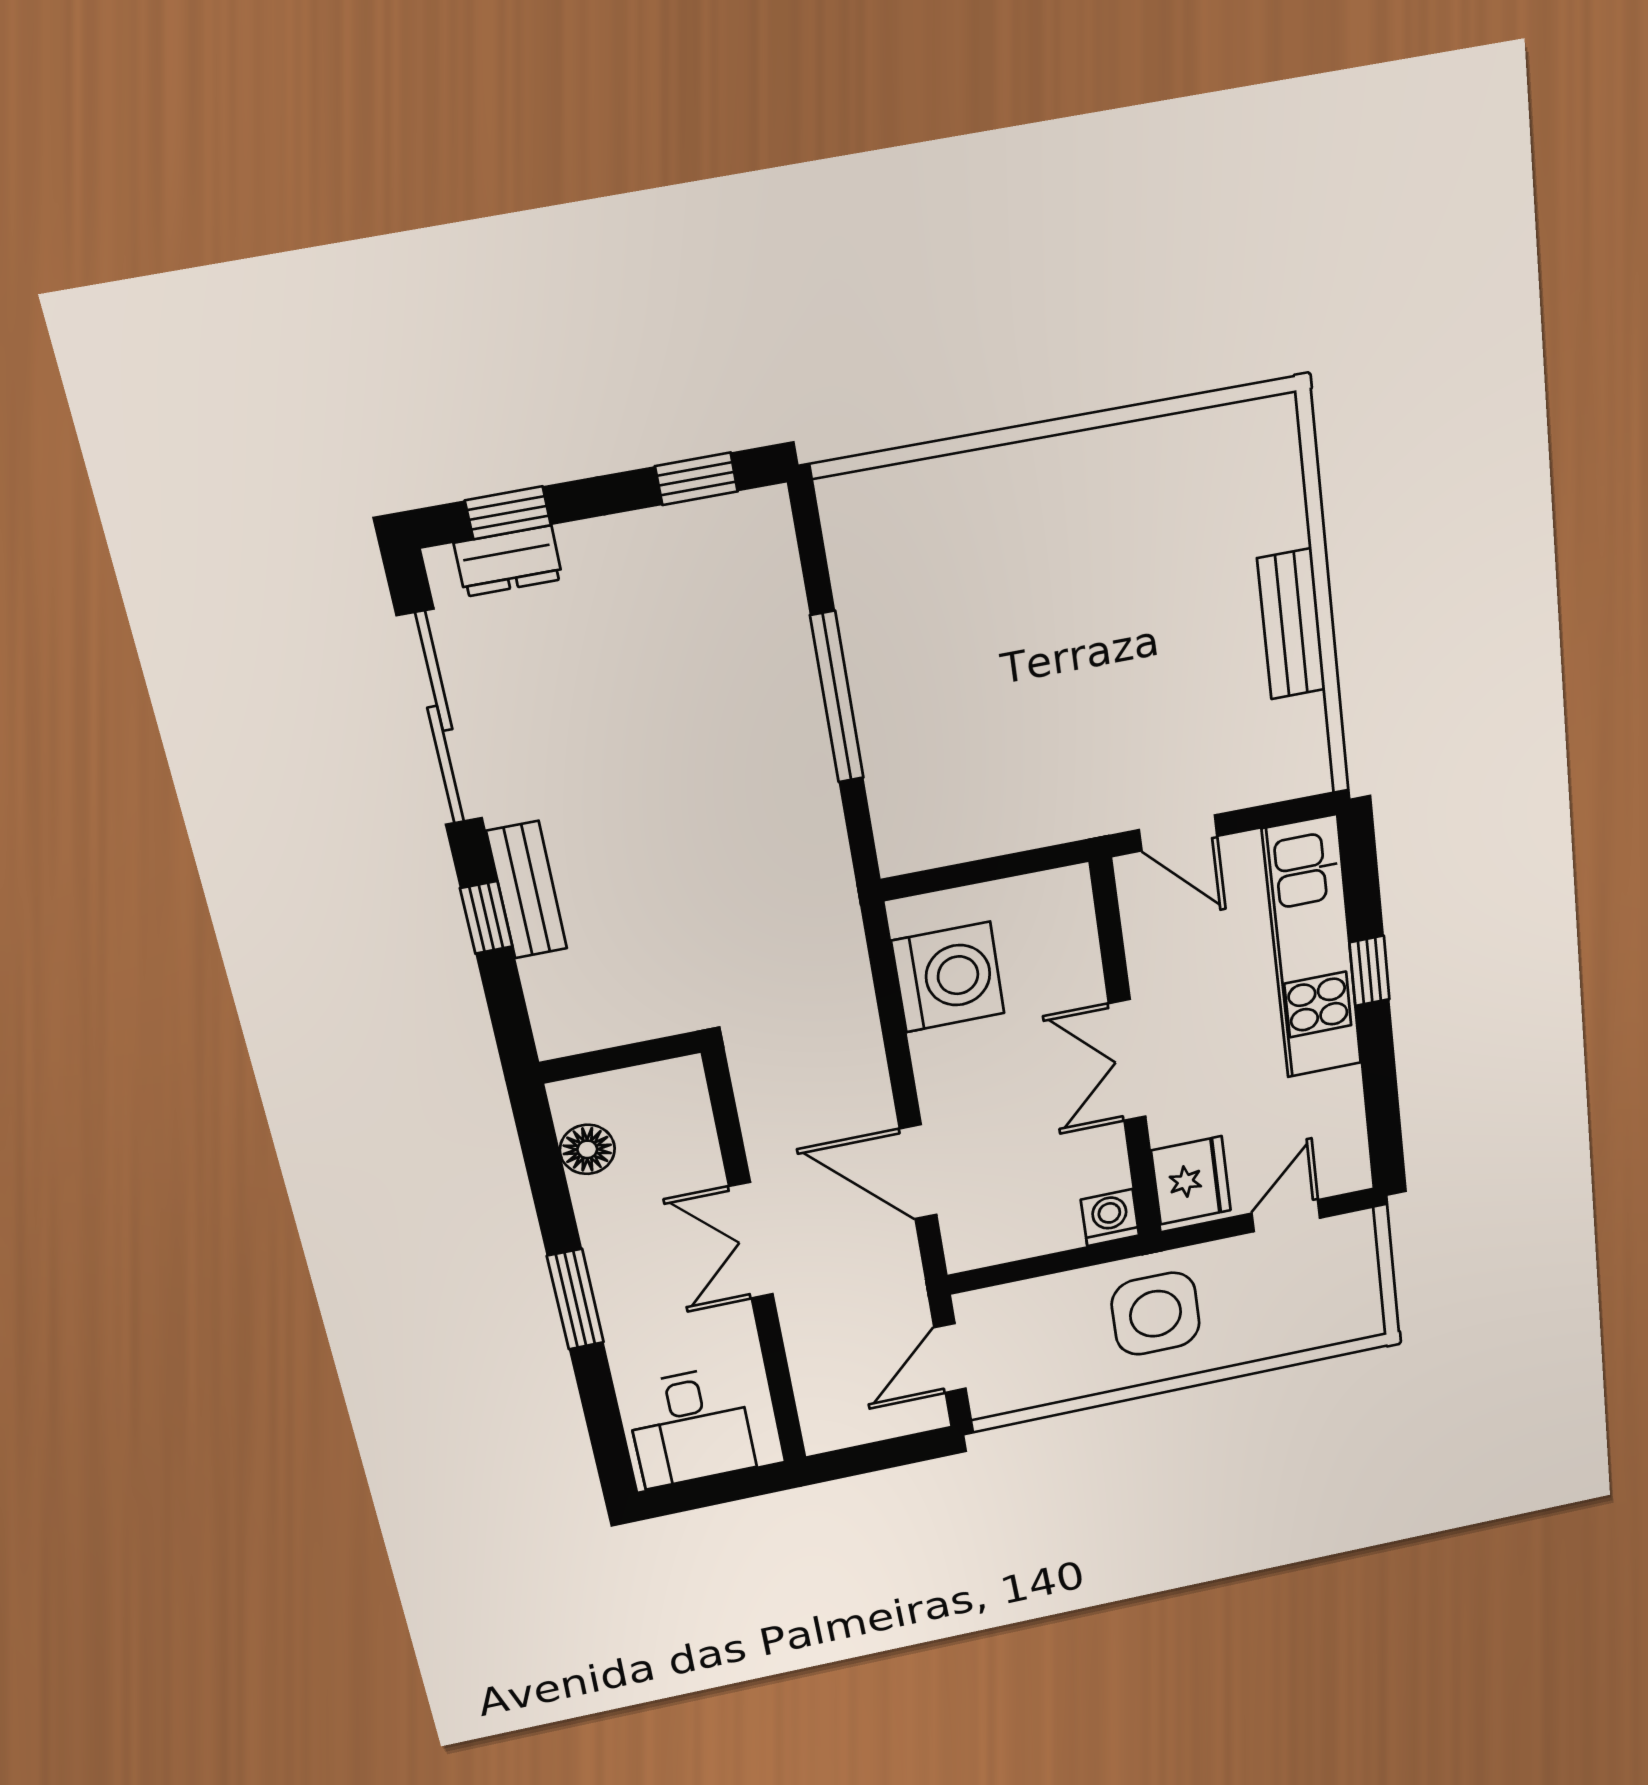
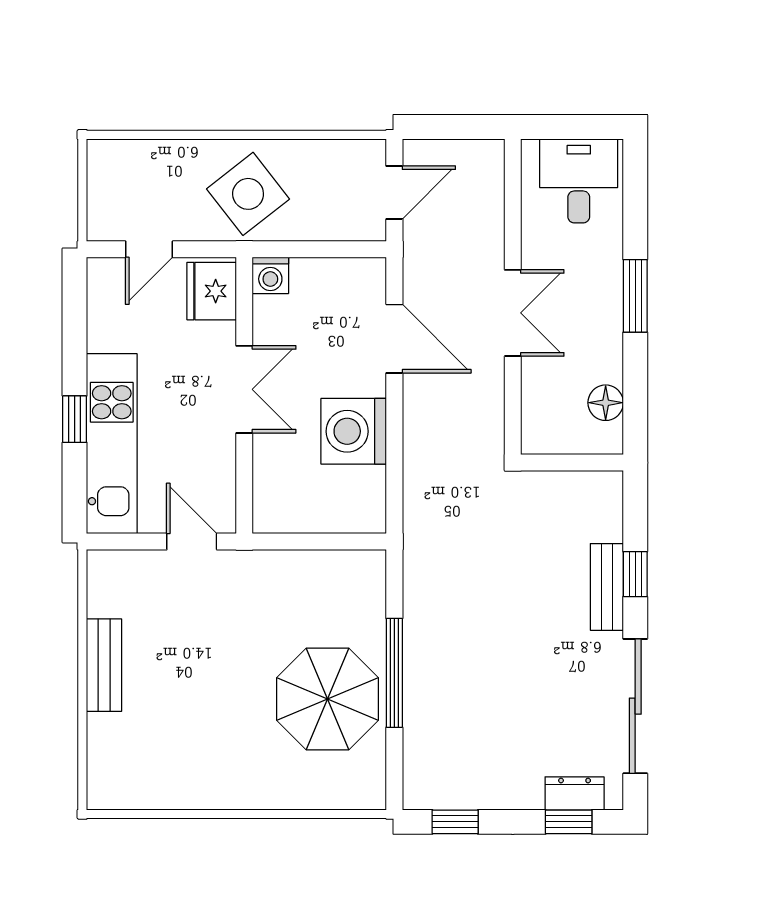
parasol: (936, 637) -> (328, 699), added
washing machine: (948, 977) -> (354, 431), moved
side table: (1156, 1314) -> (248, 194), turned -38

